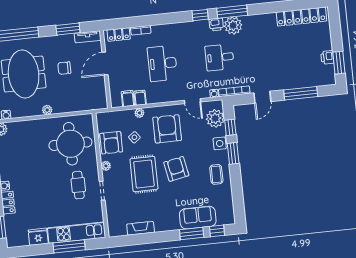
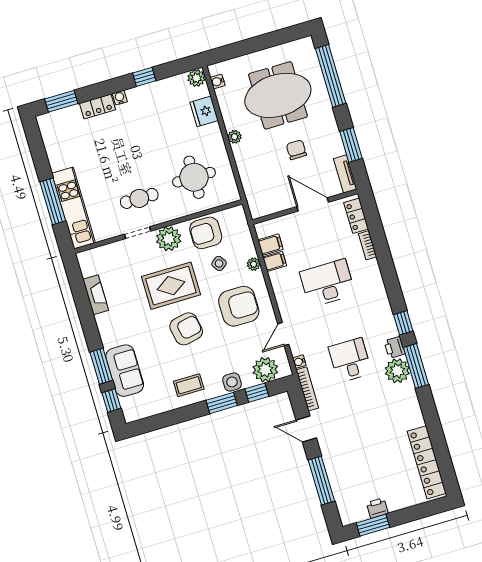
round table: (70, 144) -> (194, 177), width x0.73, depth x0.73
plant: (106, 166) -> (169, 239), width x1.88, depth x1.88
fridge: (38, 237) -> (204, 111), moved, turned 180

